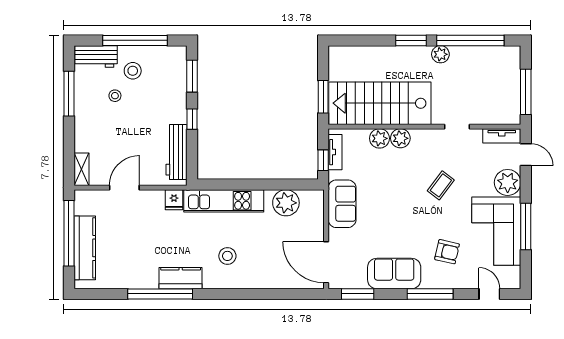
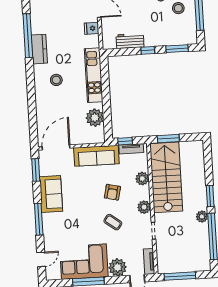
plant: (400, 138) -> (144, 207), moved
workbench: (177, 152) -> (130, 41), width x0.73
fridge: (174, 200) -> (92, 28), moved
sofa: (342, 204) -> (96, 156), width x1.36
armchair: (447, 252) -> (112, 192), moved

